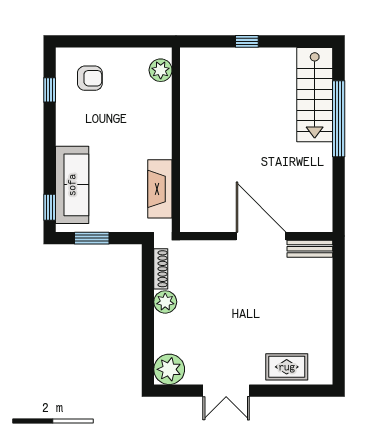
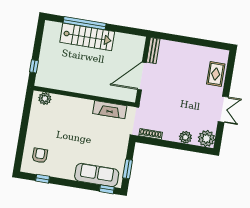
plant: (161, 70) -> (45, 99), moved
stairs: (315, 95) -> (87, 37), moved
wall: (176, 140) -> (84, 96), moved
fireplace: (160, 189) -> (110, 110), moved
plant: (165, 302) -> (185, 137), moved

